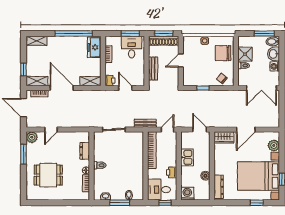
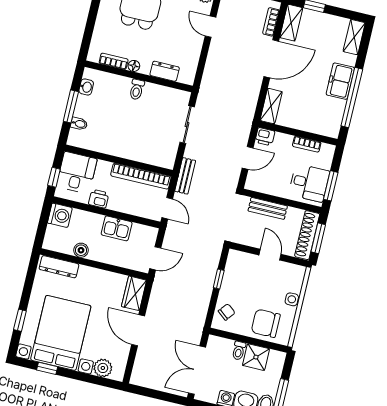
freezer: (94, 47) -> (340, 81), moved, turned -90
chair: (223, 53) -> (266, 323), turned -90

